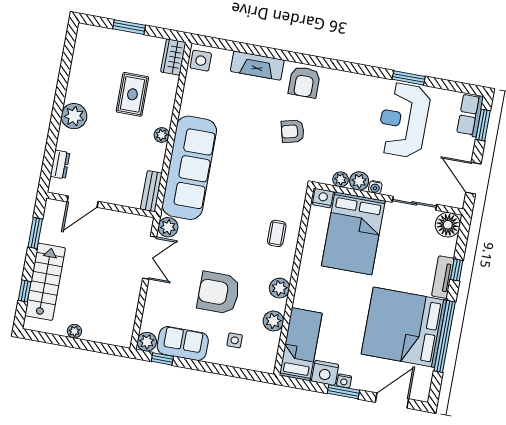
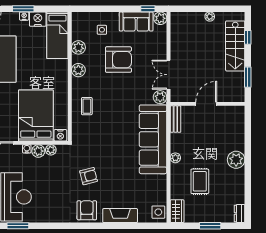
dresser: (60, 164) -> (240, 214), moved
door: (83, 202) -> (206, 104), moved

